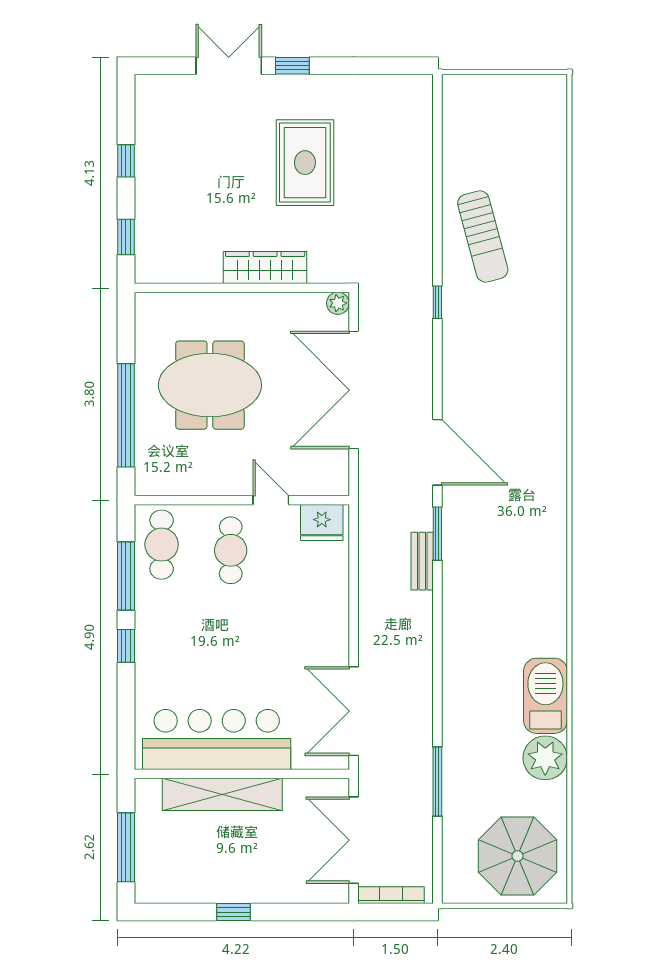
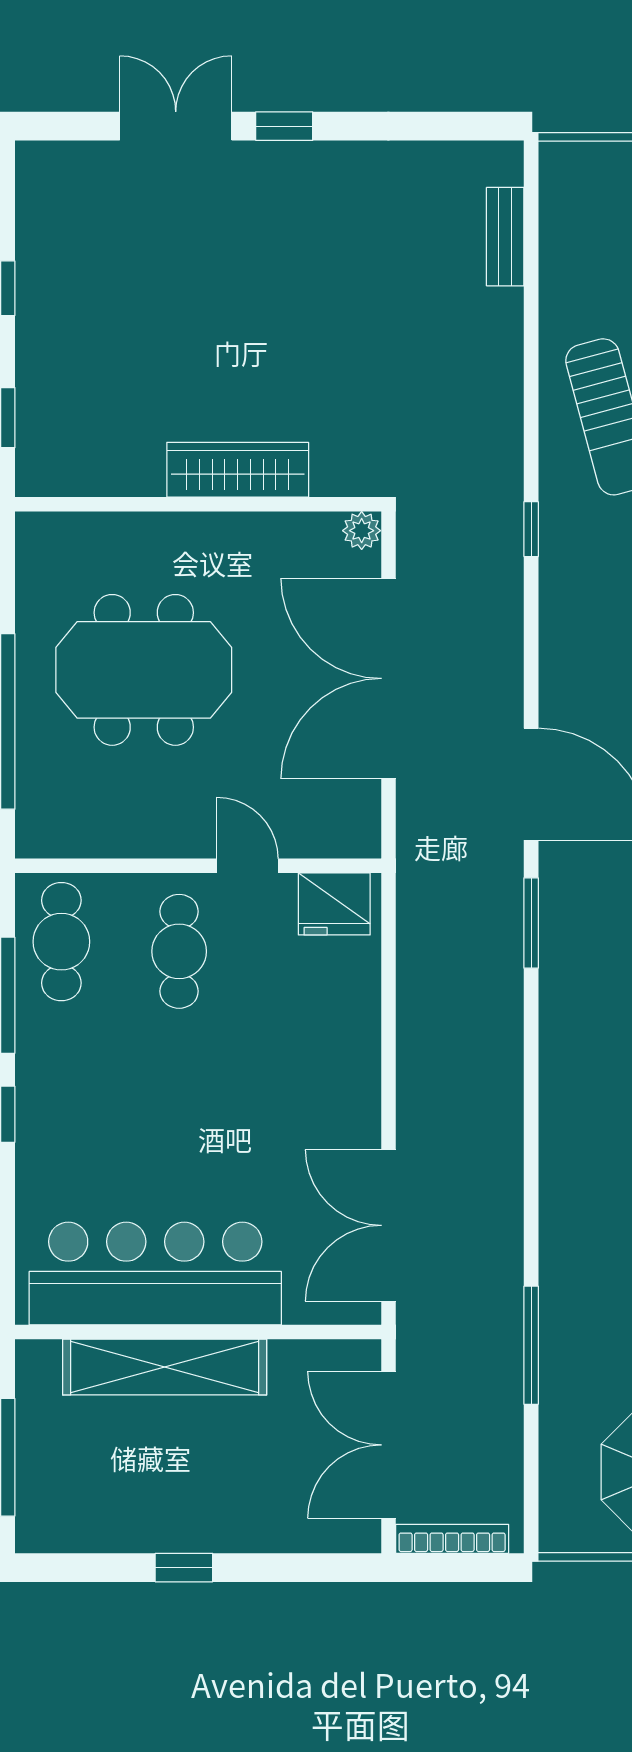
rug: (305, 163) -> (306, 291), removed
bench: (422, 561) -> (505, 237), moved

